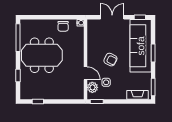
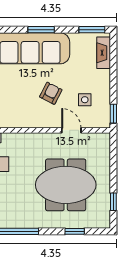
meeting table: (42, 55) -> (66, 185), moved, turned 90
door: (86, 73) -> (71, 130), hinge flipped
plant: (92, 87) -> (92, 120), removed

